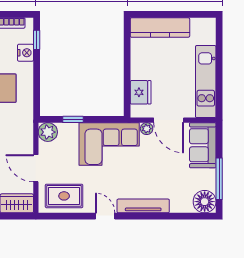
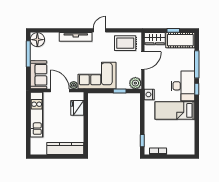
nightstand: (26, 53) -> (149, 95), moved
door: (36, 168) -> (143, 60), hinge flipped
door: (105, 216) -> (100, 30), swing flipped

